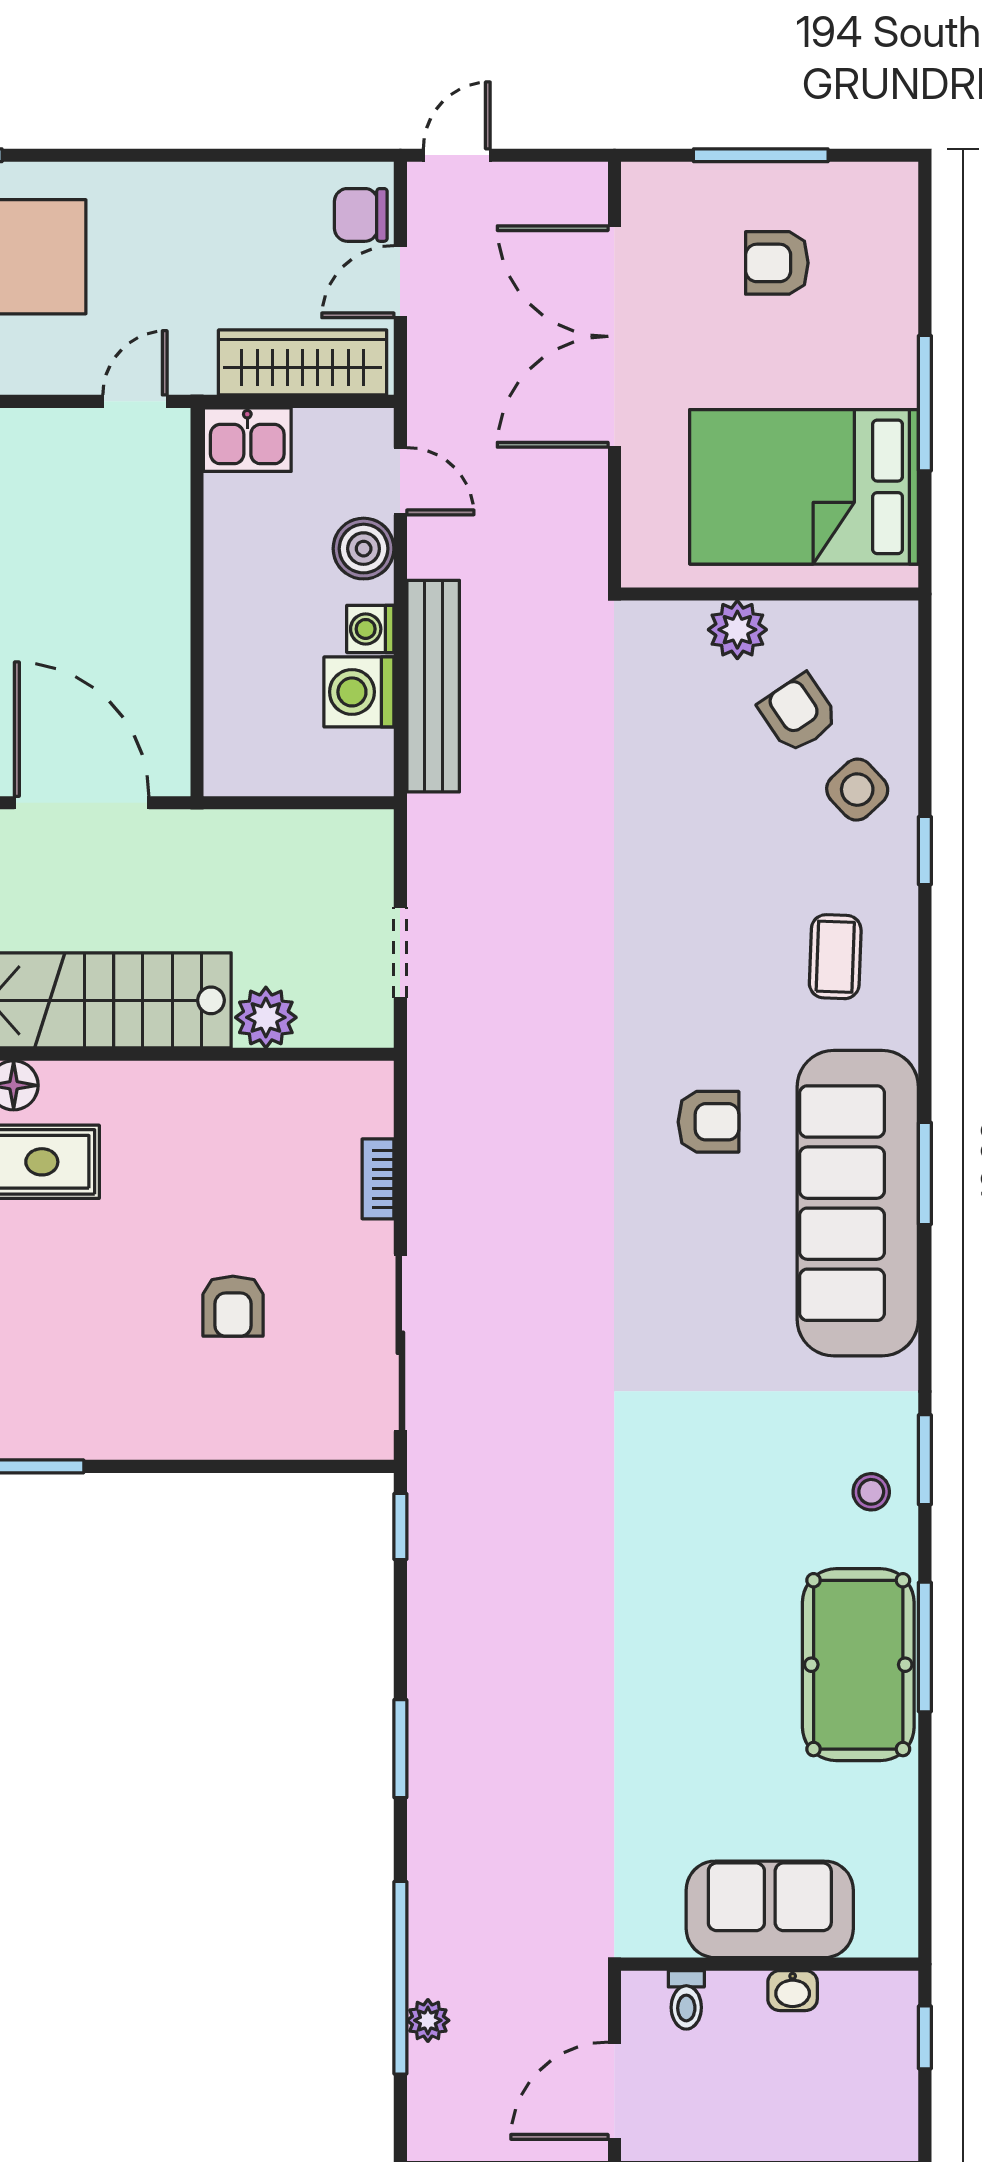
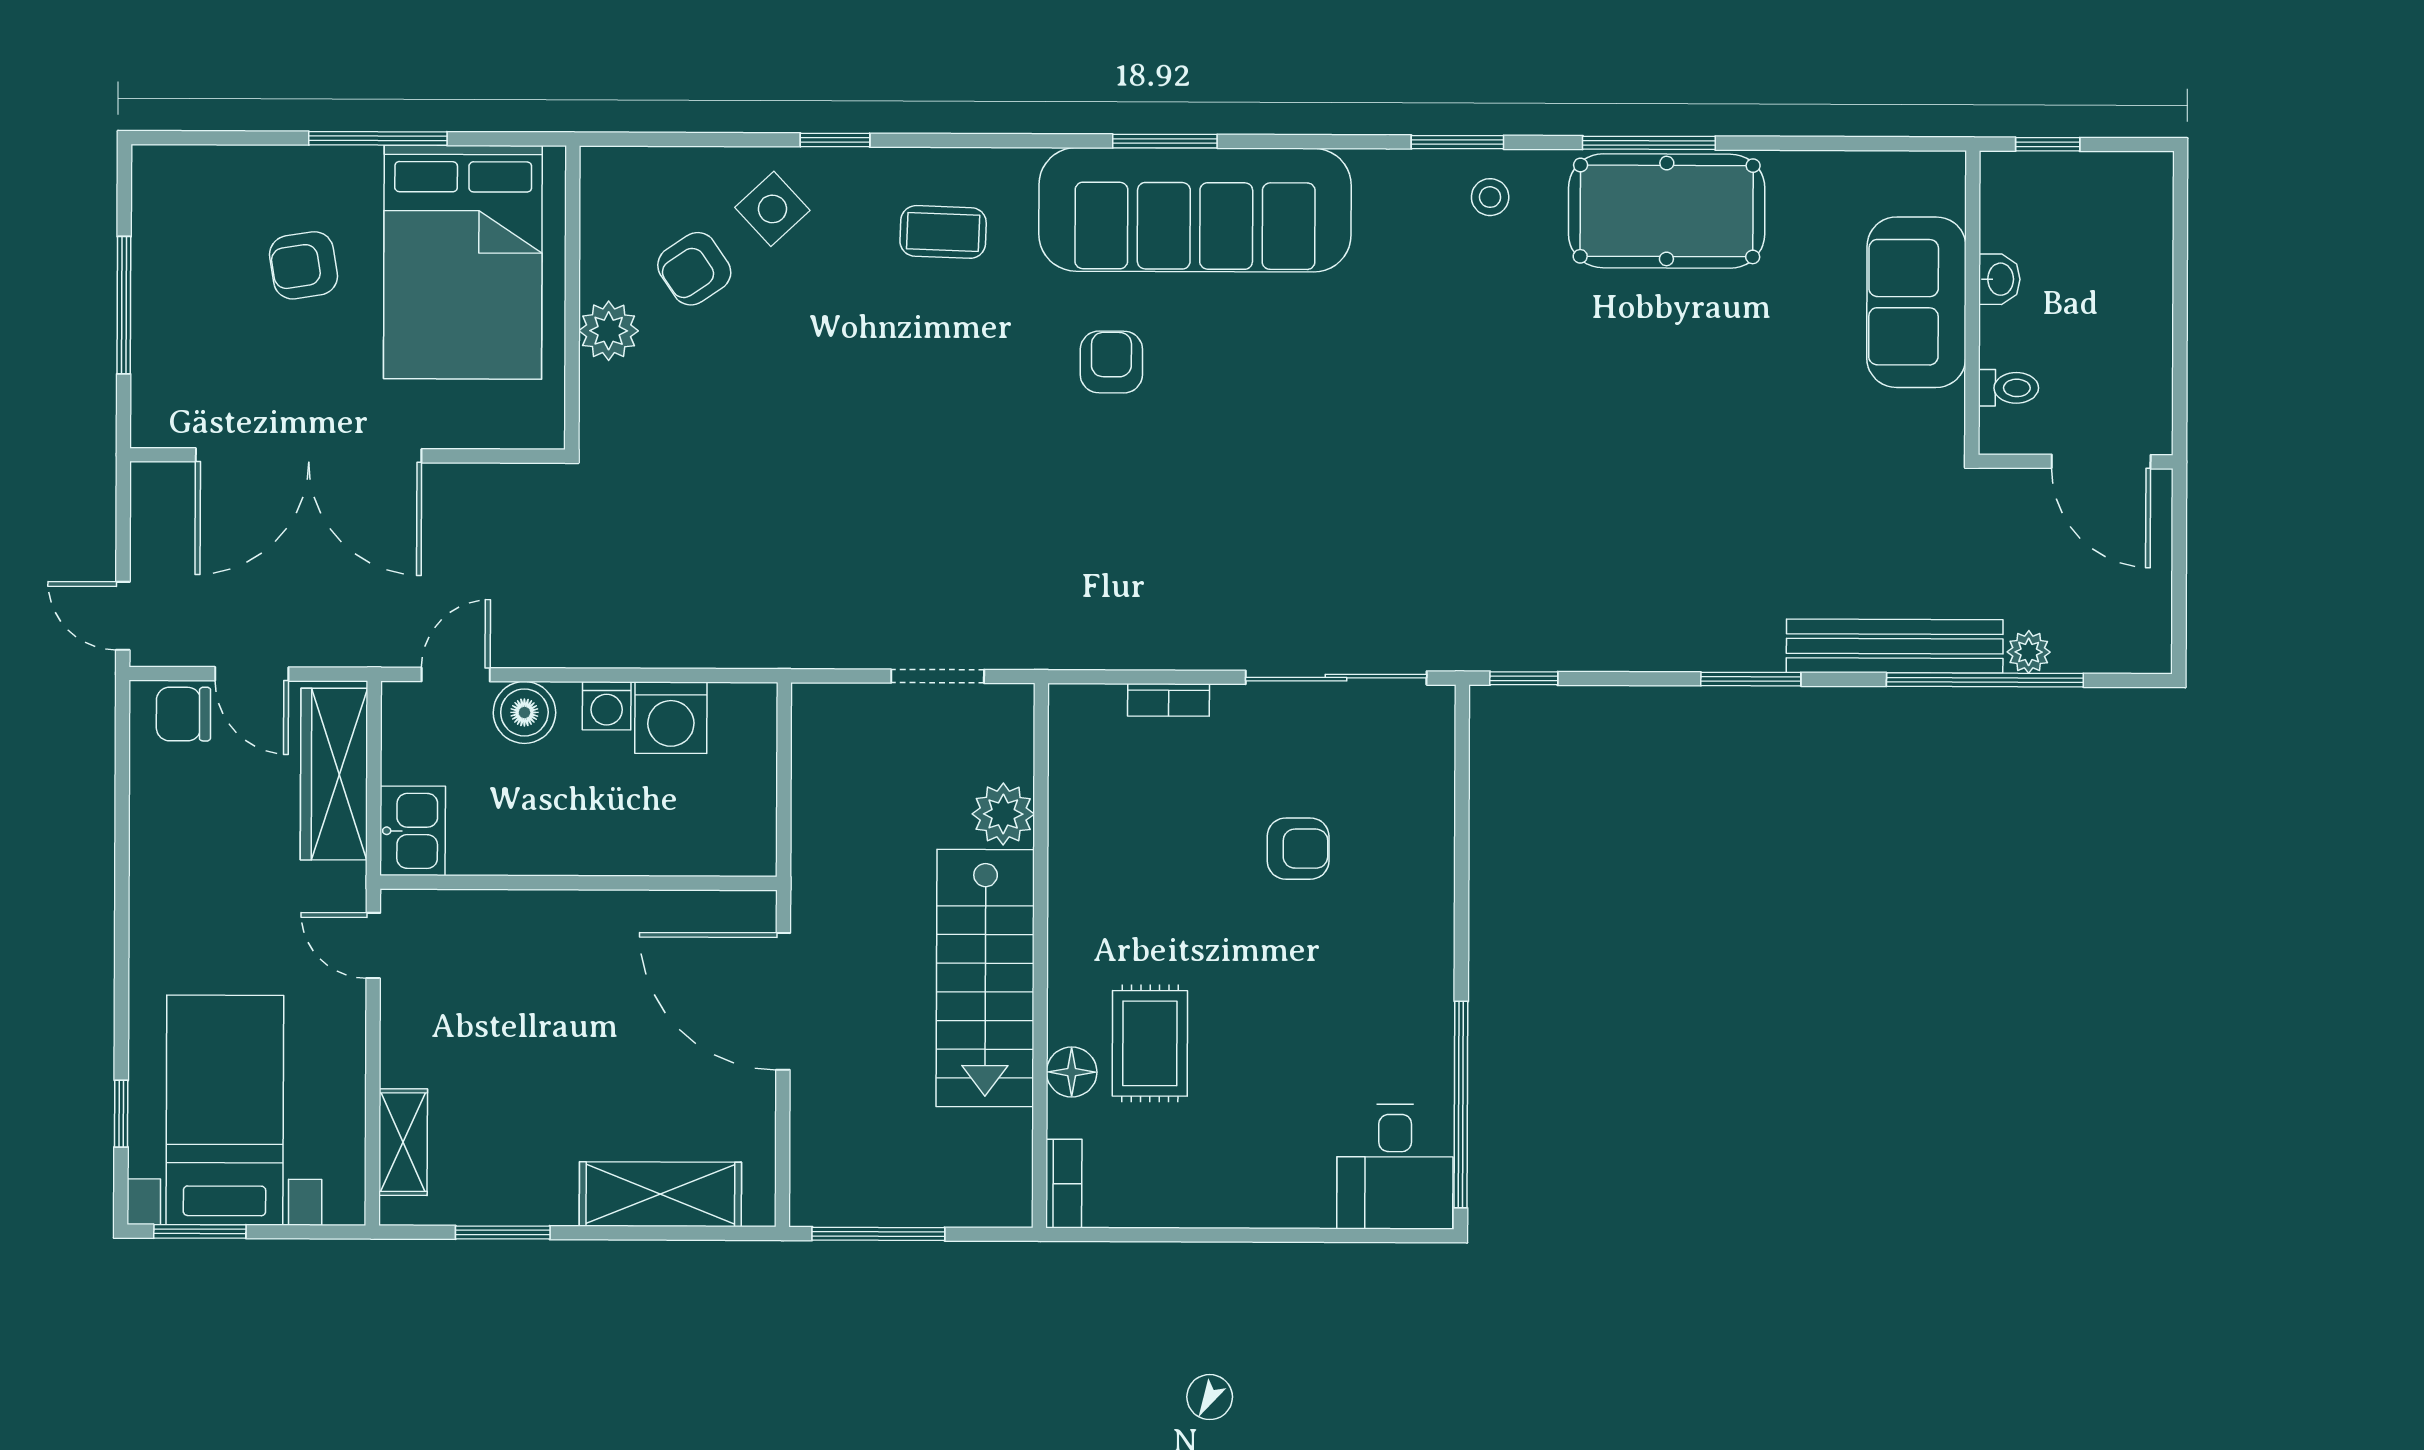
chair: (361, 215) -> (183, 714), turned 90
armchair: (777, 263) -> (303, 265), moved, turned 81
bench: (433, 686) -> (1895, 646), moved
door: (82, 803) -> (783, 1001), hinge flipped

